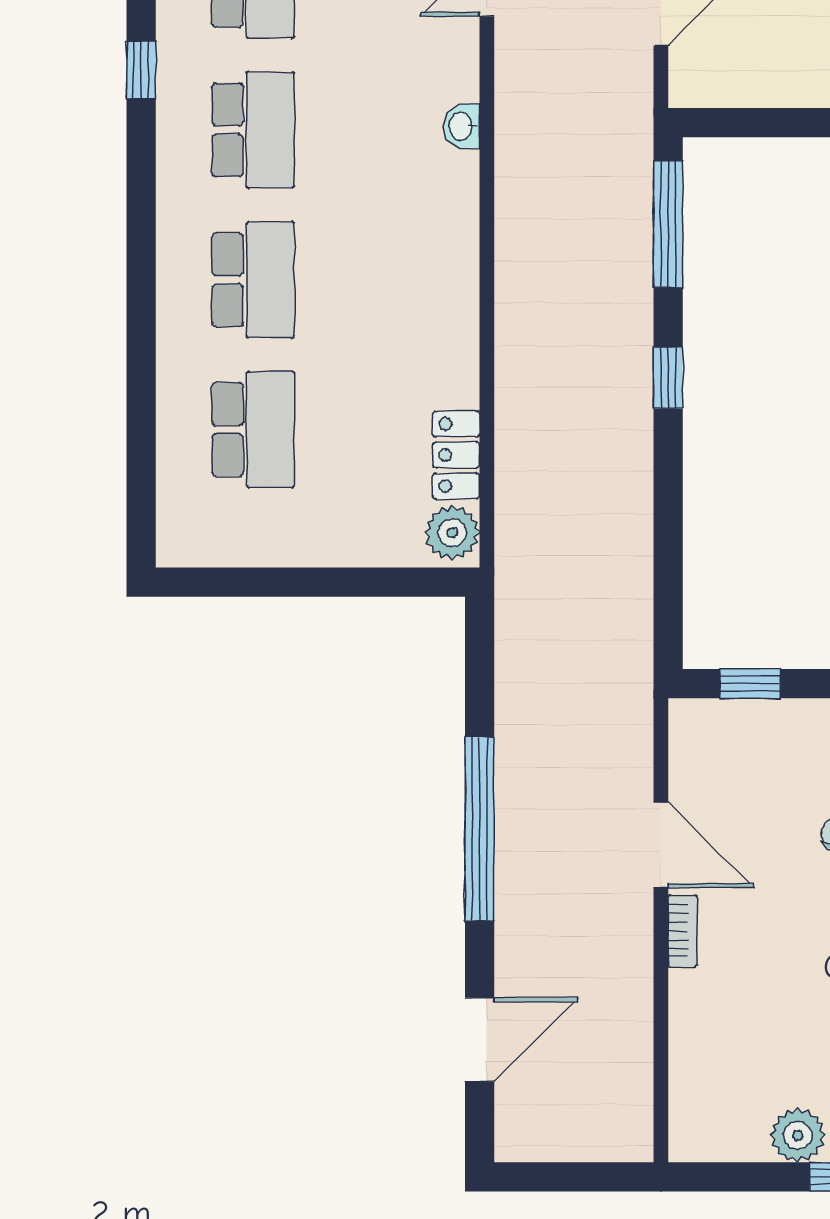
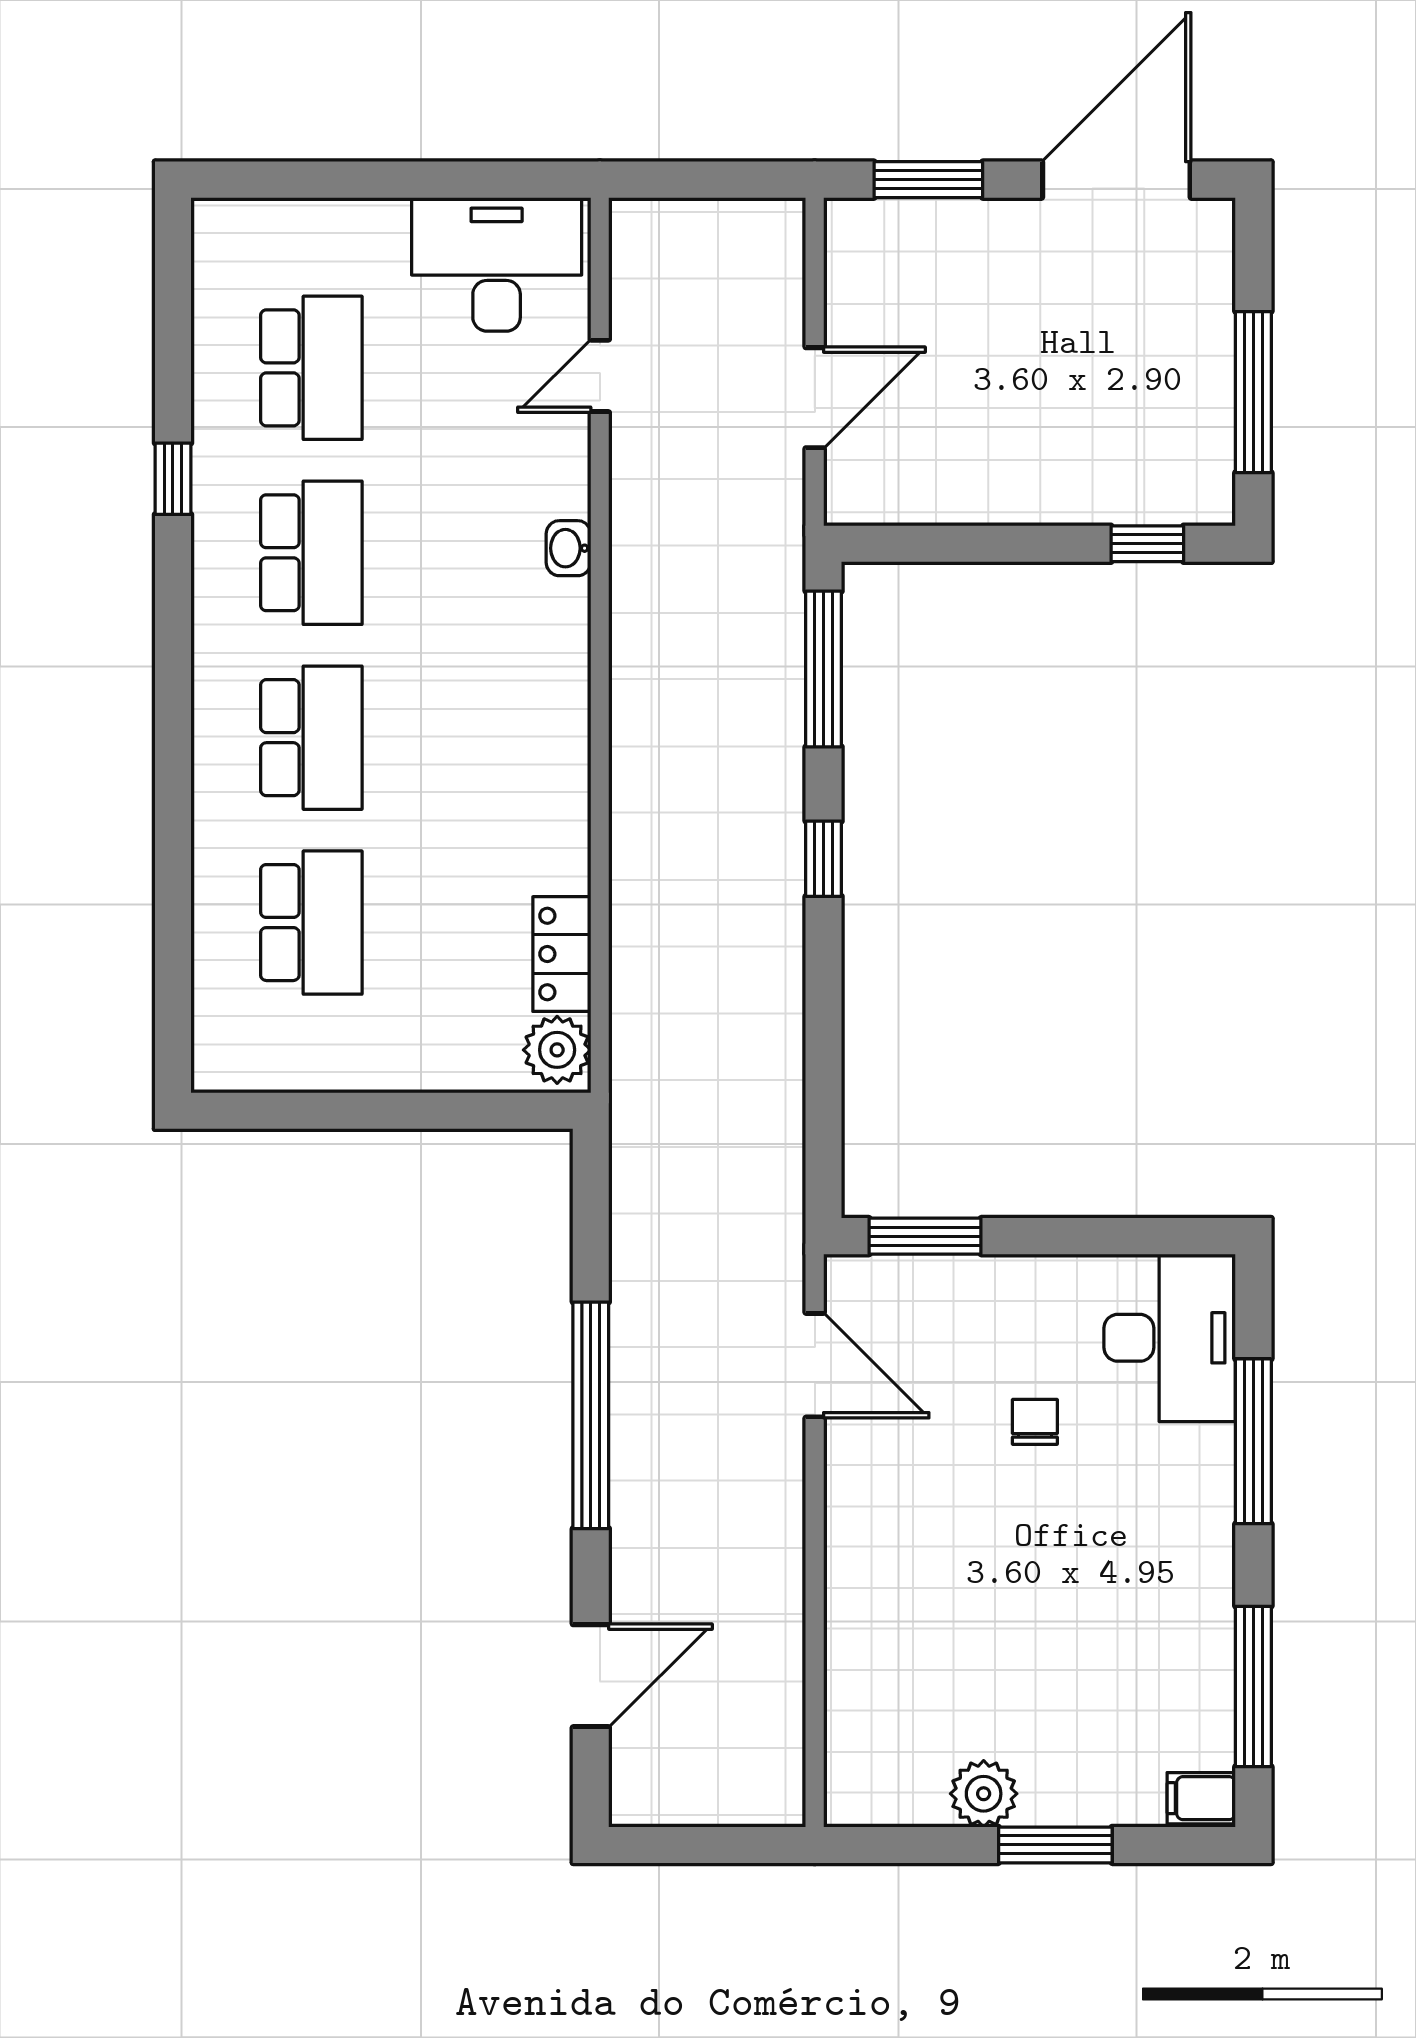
window: (750, 684) -> (925, 1236), width x1.50
door: (661, 845) -> (815, 1365), moved
bookcase: (683, 931) -> (841, 1541), removed

